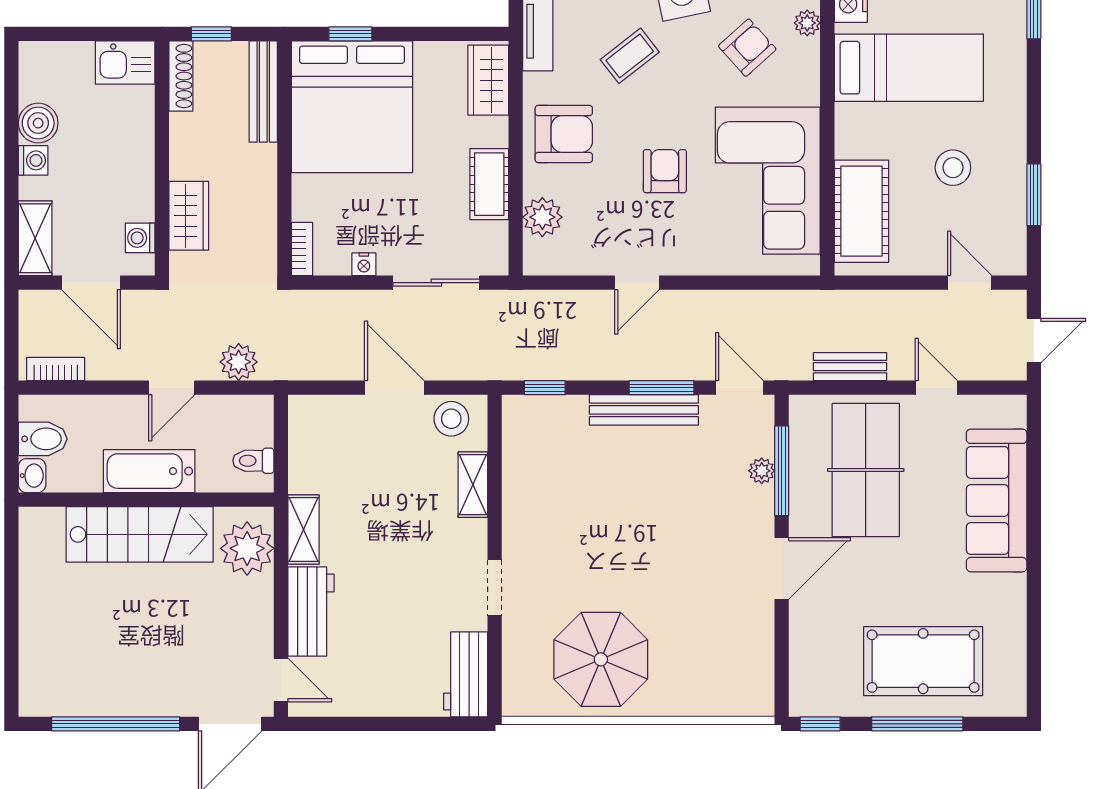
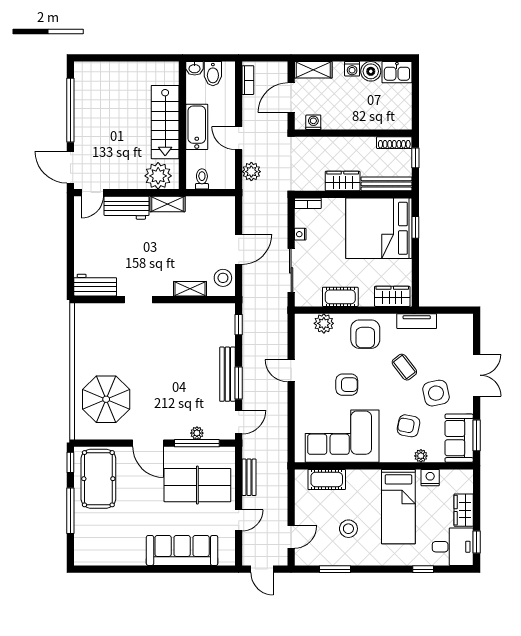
armchair: (747, 48) -> (408, 426), turned 143
kitchen sink: (125, 62) -> (397, 72), moved, turned -90
cot: (861, 211) -> (327, 479), width x0.73, depth x0.75
wardrobe: (189, 216) -> (343, 181), moved, turned 180
parasol: (601, 659) -> (106, 399), moved
pool table: (923, 661) -> (98, 479), moved

